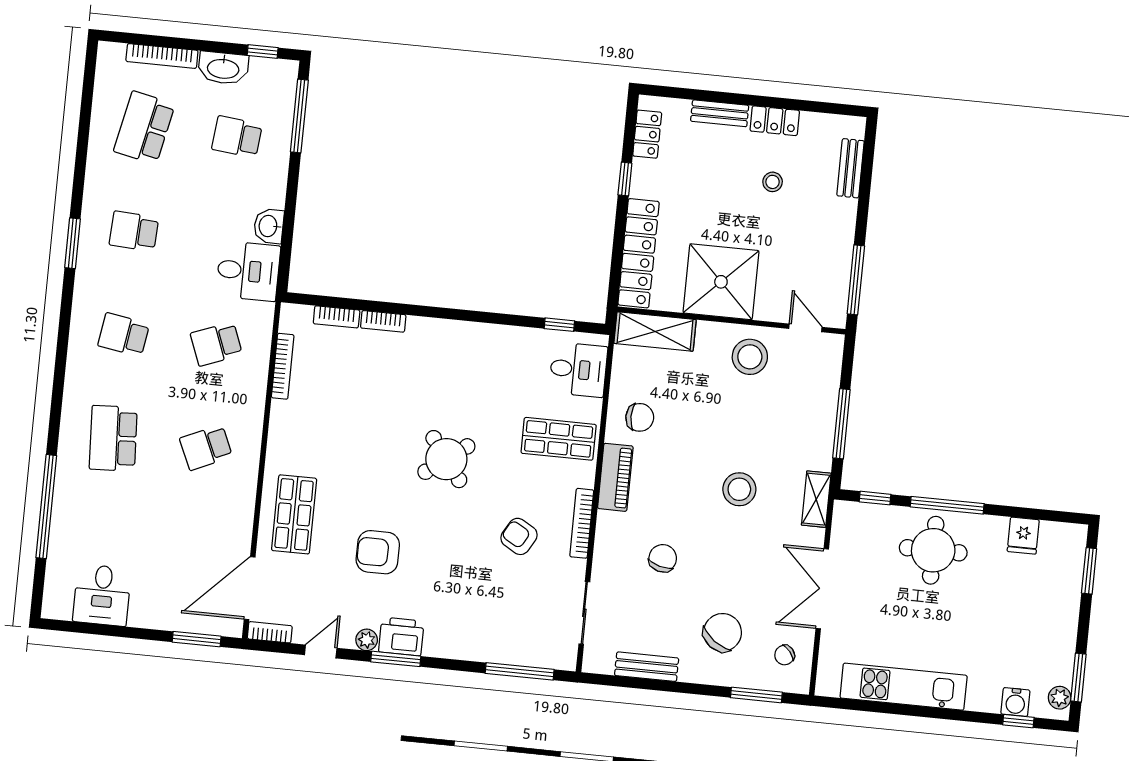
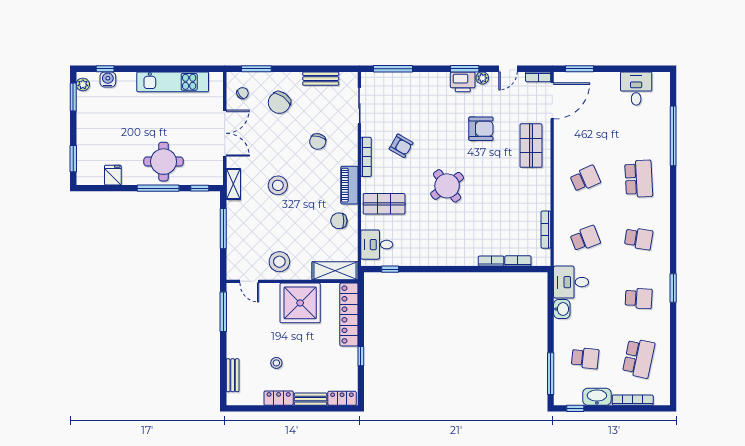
locker: (647, 134) -> (342, 398), moved, turned 90

